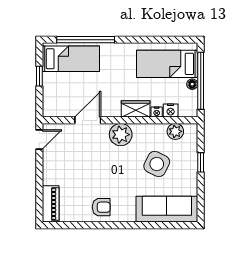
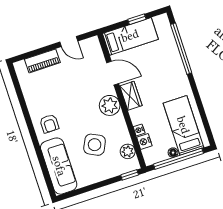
bed: (71, 59) -> (130, 36), moved, turned -90
wardrobe: (136, 109) -> (131, 96), moved
door: (39, 139) -> (69, 42), moved
window: (201, 162) -> (130, 175), moved
piano: (51, 204) -> (42, 61), moved
armchair: (101, 207) -> (49, 124), moved

